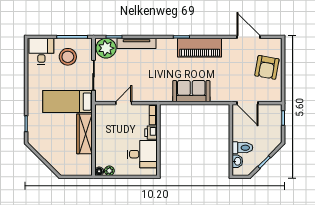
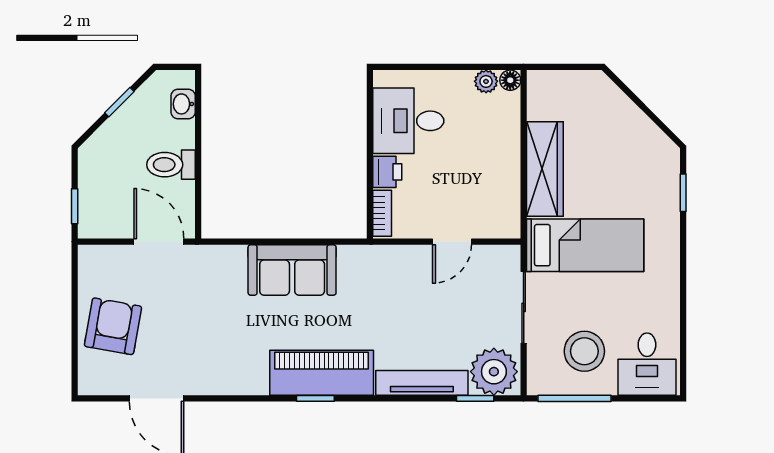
piano: (200, 48) -> (322, 373), moved
toilet: (242, 148) -> (171, 165), moved

